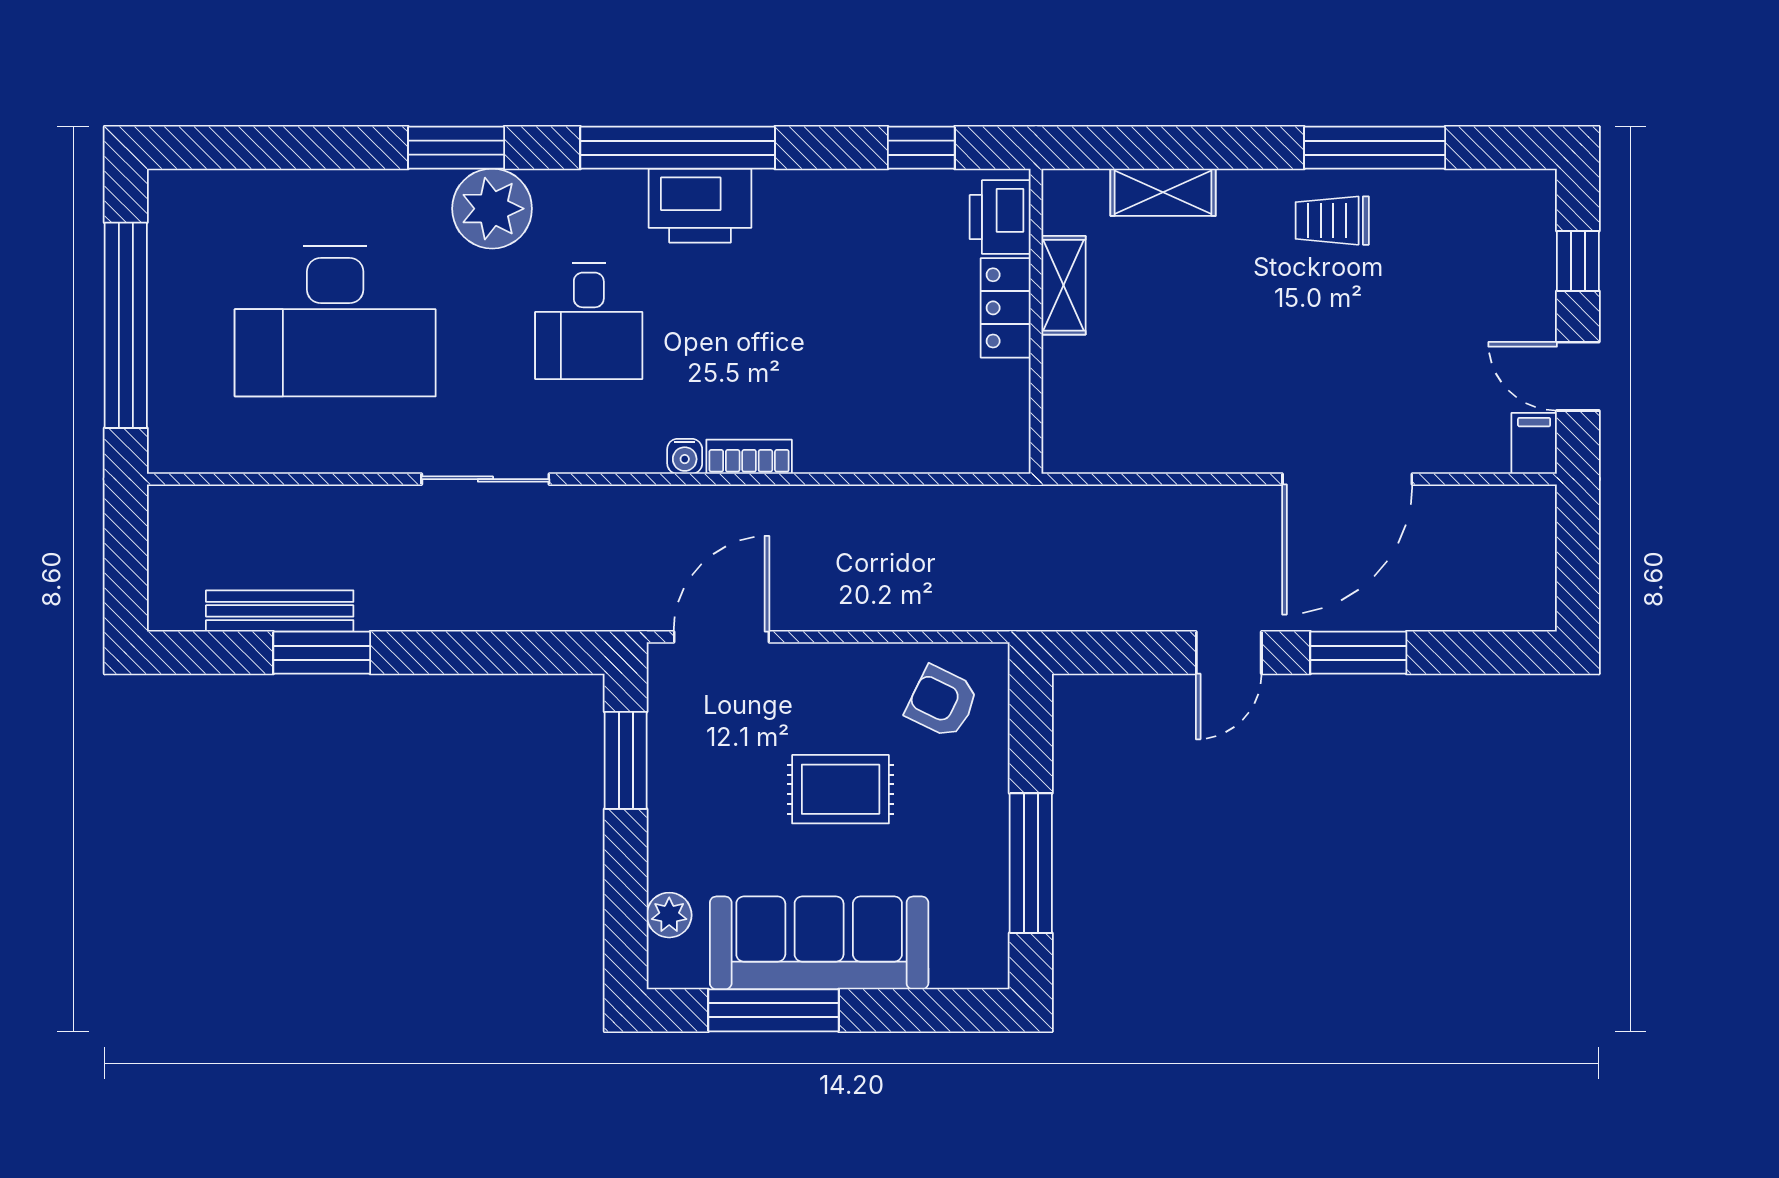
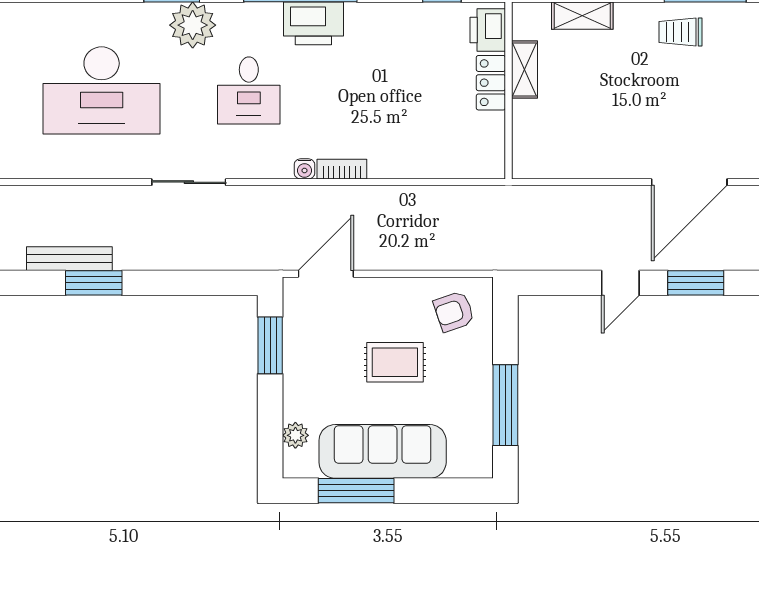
armchair: (942, 702) -> (454, 311), turned -45

